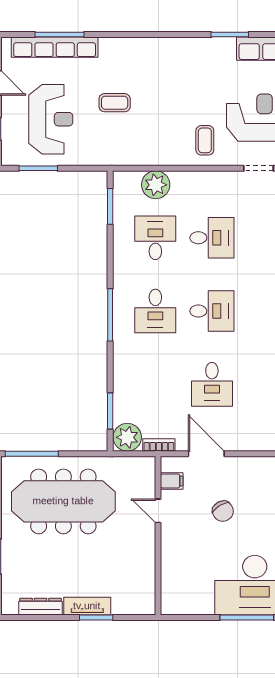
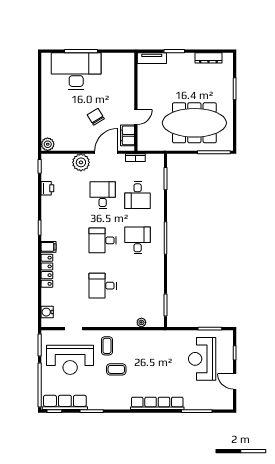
row of seats: (55, 47) -> (157, 403), moved
coffee table: (115, 103) -> (116, 369), moved
plant: (156, 185) -> (141, 322), width x0.53, depth x0.53
desk: (155, 238) -> (138, 195), moved
plant: (127, 437) -> (81, 162), moved
door: (206, 454) -> (106, 152), swing flipped
filing cabinet: (172, 481) -> (127, 135), width x2.00
door: (158, 511) -> (136, 117), hinge flipped
tv unit: (87, 606) -> (152, 58), moved

